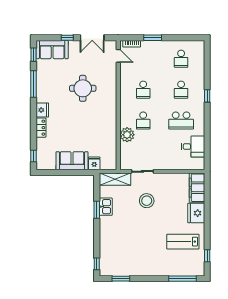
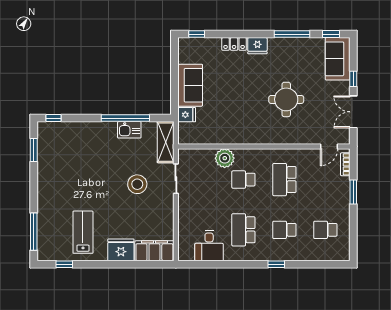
school desk: (143, 90) -> (284, 180), width x1.85
window: (97, 210) -> (125, 118), width x2.11

